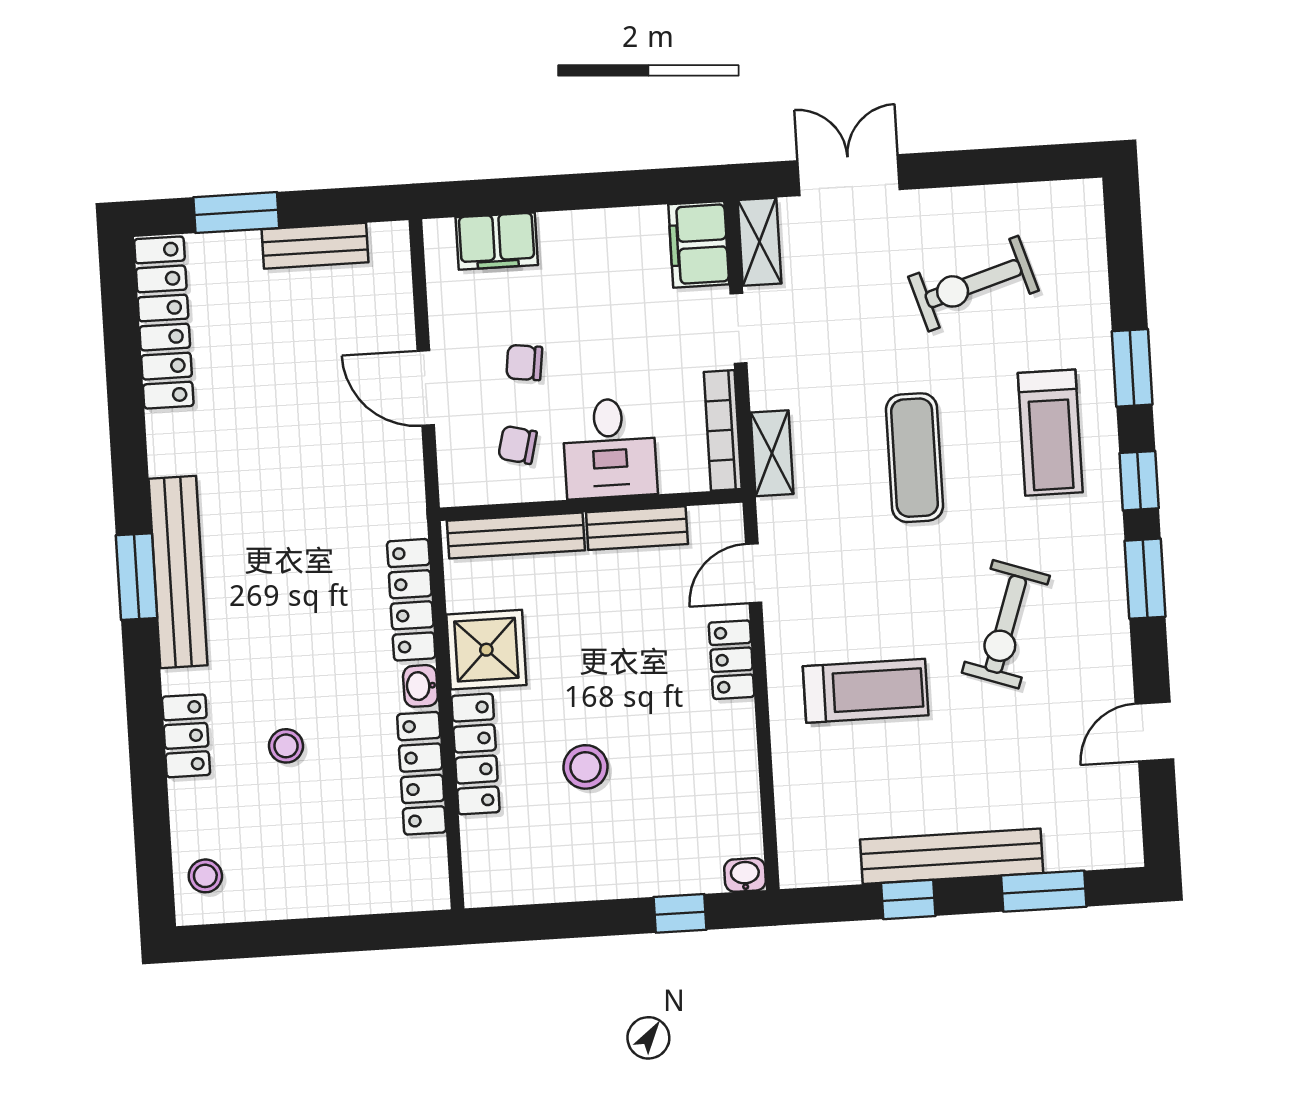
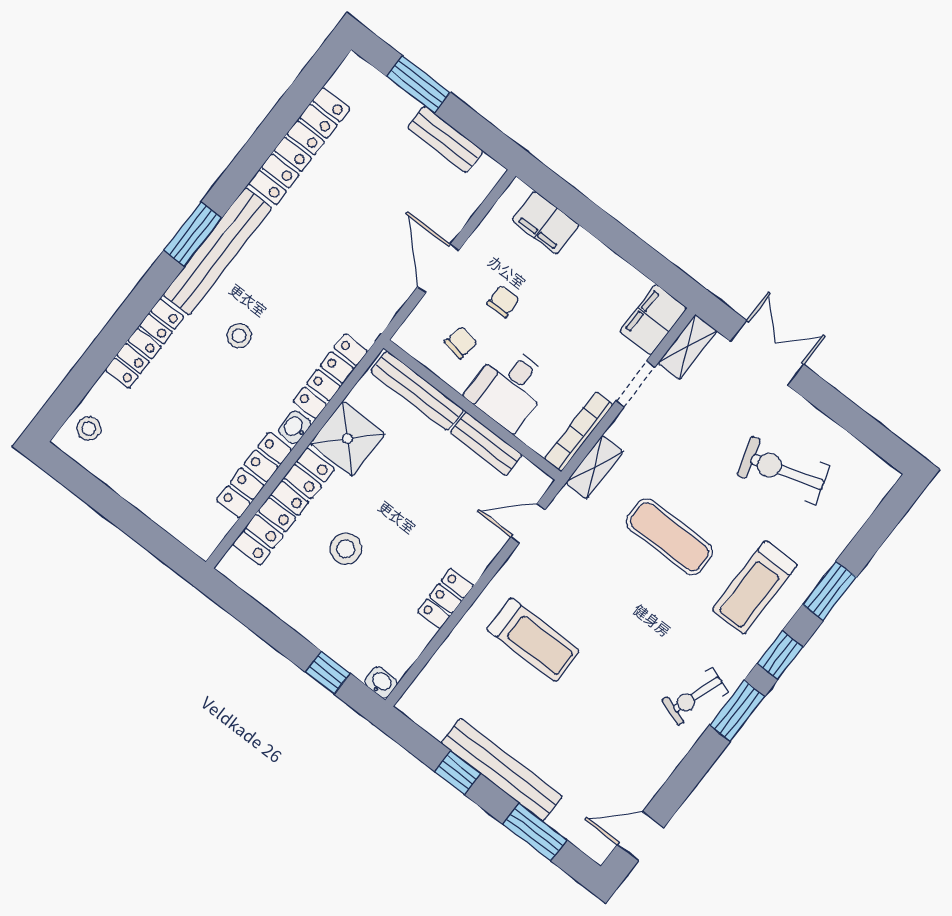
locker: (164, 323) -> (299, 146), moved
chair: (524, 363) -> (503, 301), turned 83
chair: (517, 445) -> (461, 343), turned 86
exercise mat: (914, 458) -> (669, 537), turned 90
exercise bike: (1006, 624) -> (695, 696), moved, width x0.73, depth x0.72
locker: (732, 660) -> (445, 599), moved
door: (1154, 732) -> (641, 836), moved
locker: (186, 736) -> (144, 344), width x1.53
stool: (286, 746) -> (239, 336), moved
locker: (475, 754) -> (284, 506), width x1.41, depth x1.21

